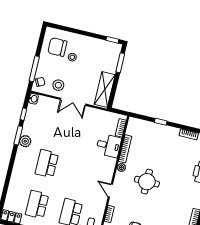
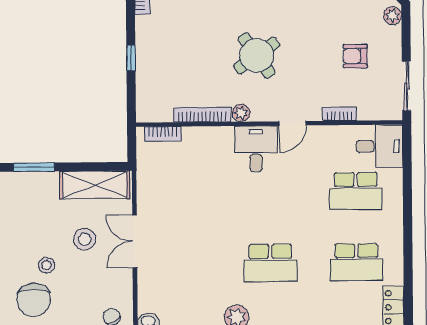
stool: (58, 85) -> (85, 239), moved
double door: (73, 102) -> (135, 241), swing flipped
desk: (109, 146) -> (256, 149), moved
round table: (147, 182) -> (257, 55), turned -35

